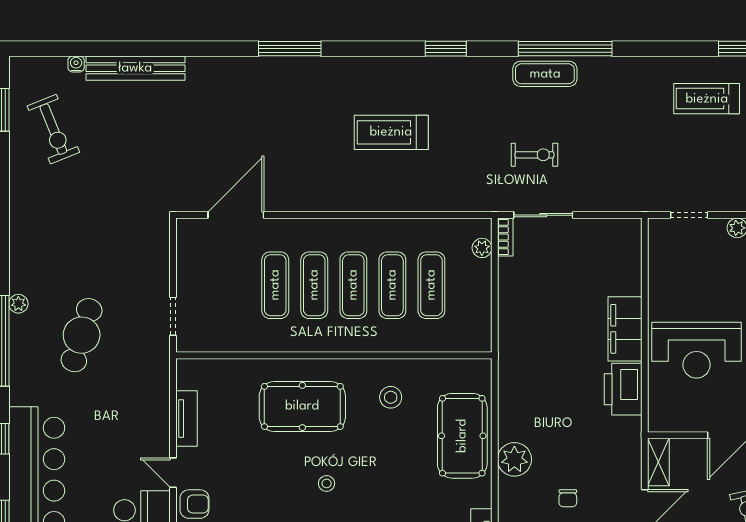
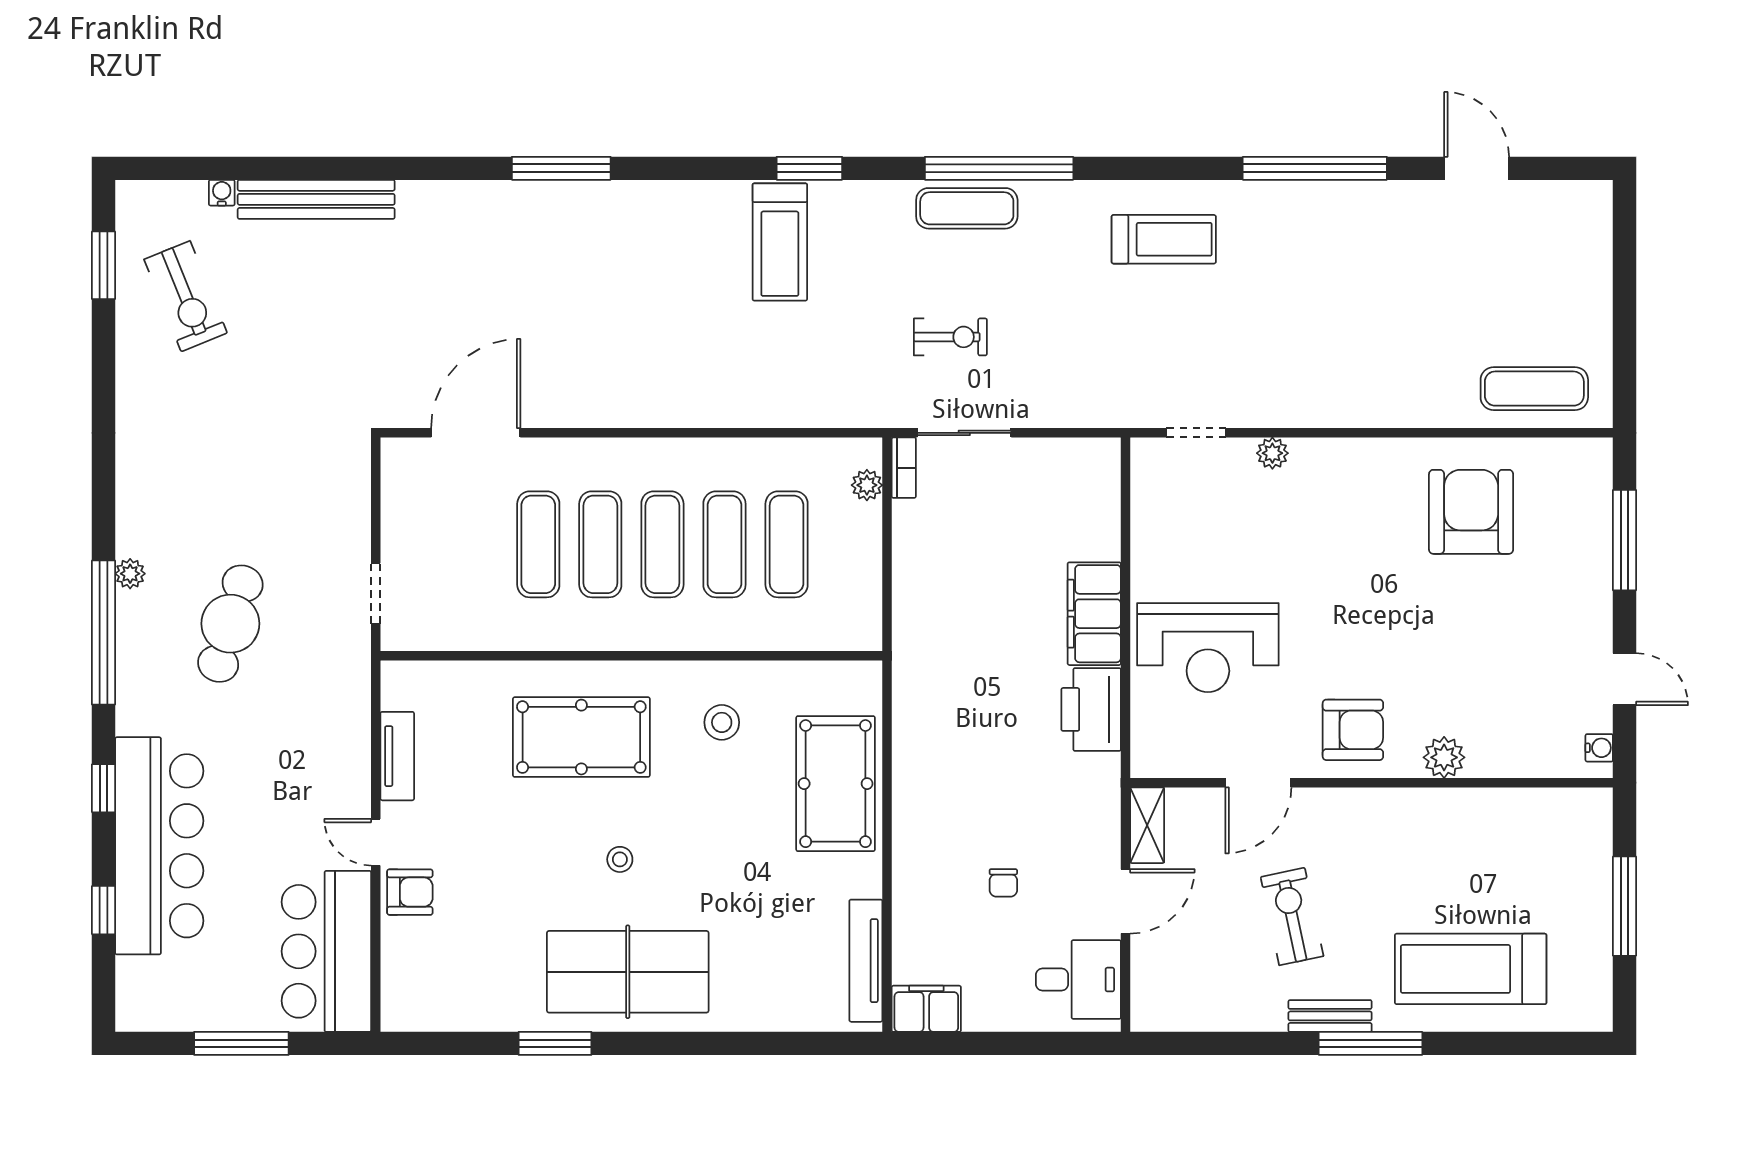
treadmill: (707, 99) -> (1164, 239), moved, turned 180
treadmill: (391, 132) -> (780, 242), moved, turned -90
plant: (514, 459) -> (919, 821), removed

